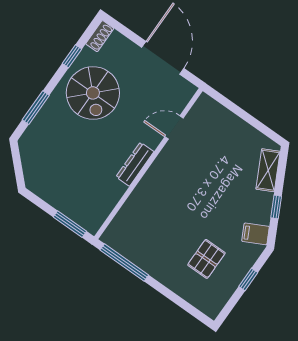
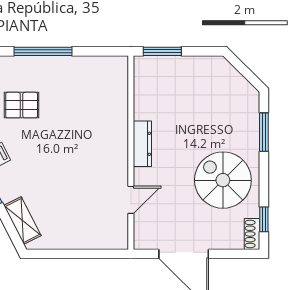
window: (72, 56) -> (264, 219), moved
pallet: (206, 259) -> (22, 105), turned 90
window: (124, 262) -> (43, 51), moved

